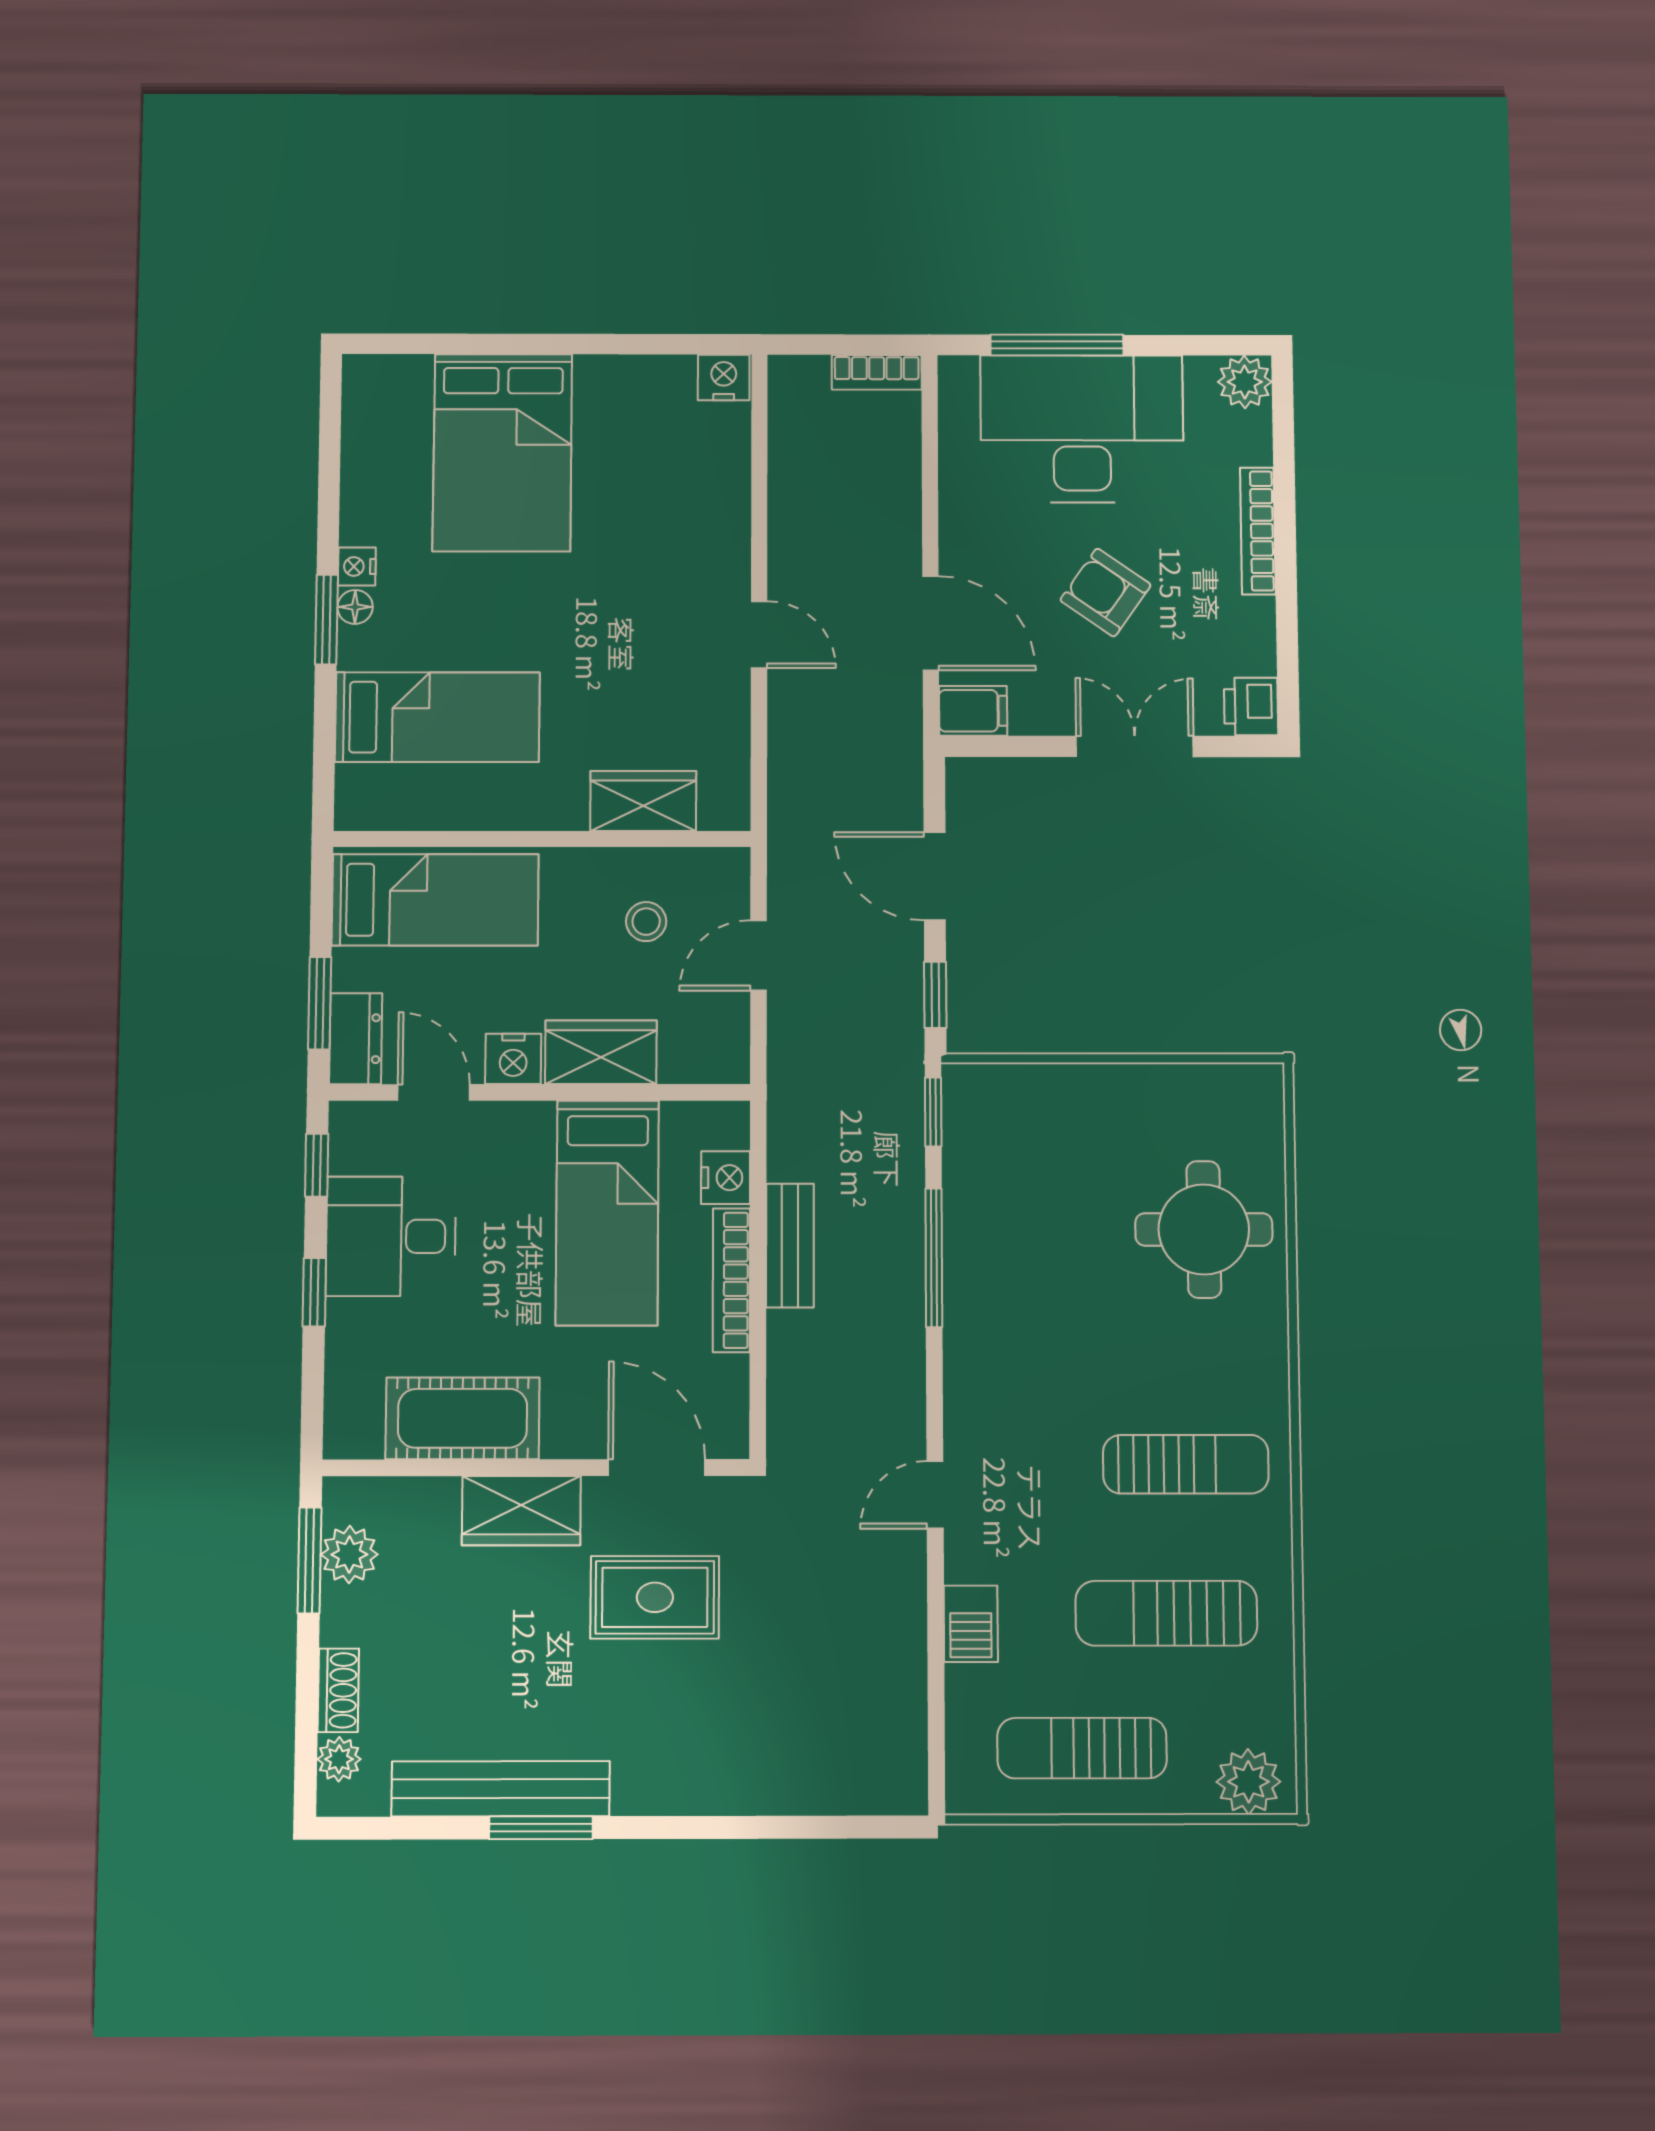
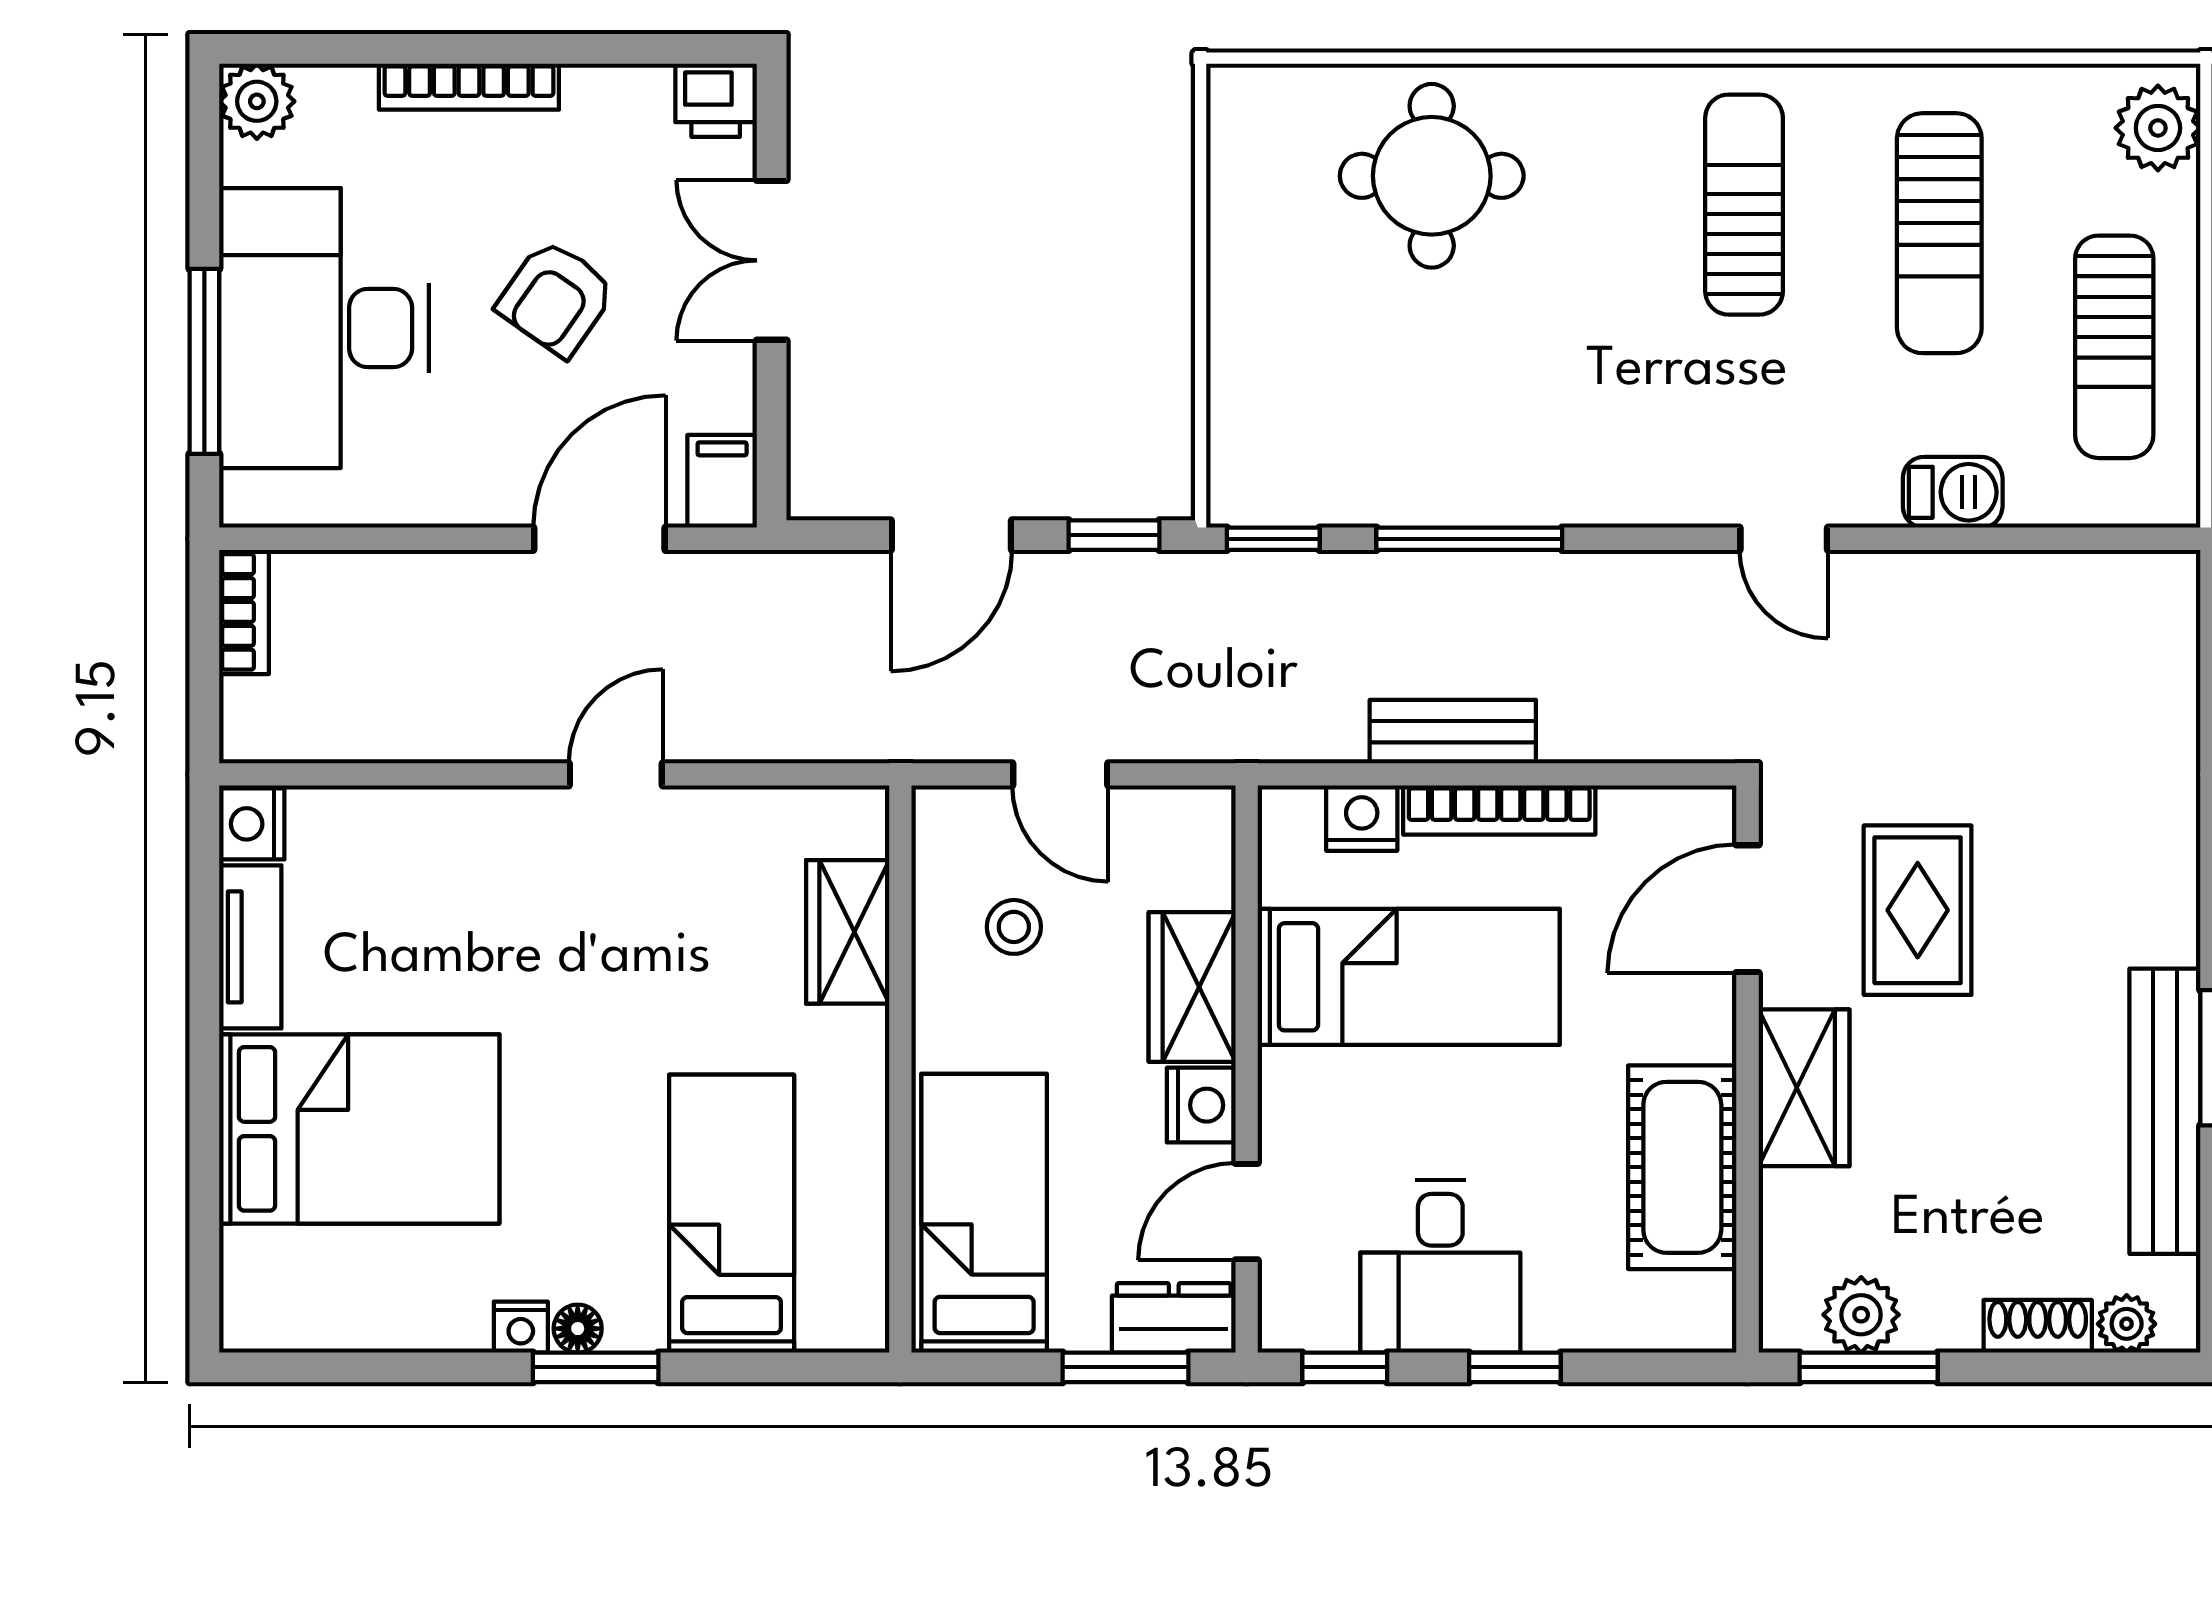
tv unit: (635, 376) -> (250, 947), added

